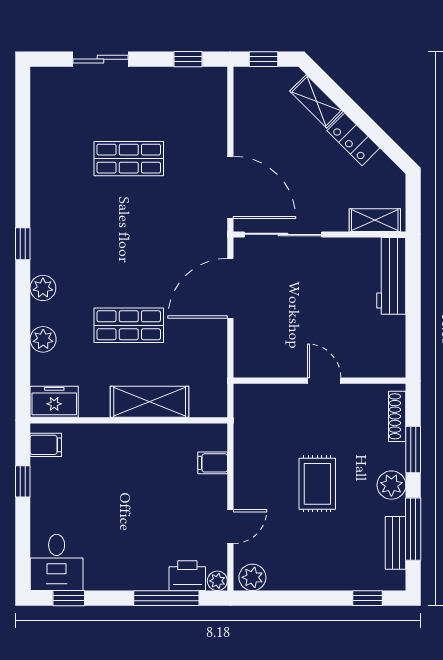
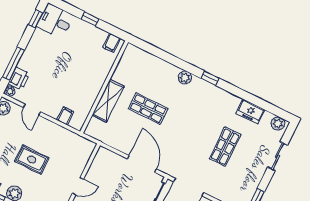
shop shelf: (129, 325) -> (148, 109), turned 90
plant: (43, 339) -> (278, 124), moved
freezer: (54, 402) -> (250, 111), moved, turned 90
window: (23, 481) -> (90, 19), moved

